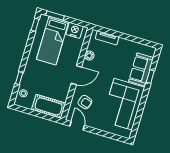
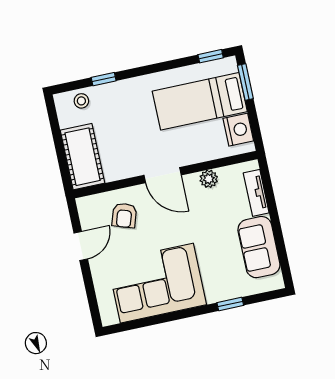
sofa: (141, 69) -> (259, 247), moved, turned -90
door: (77, 126) -> (81, 246), moved

